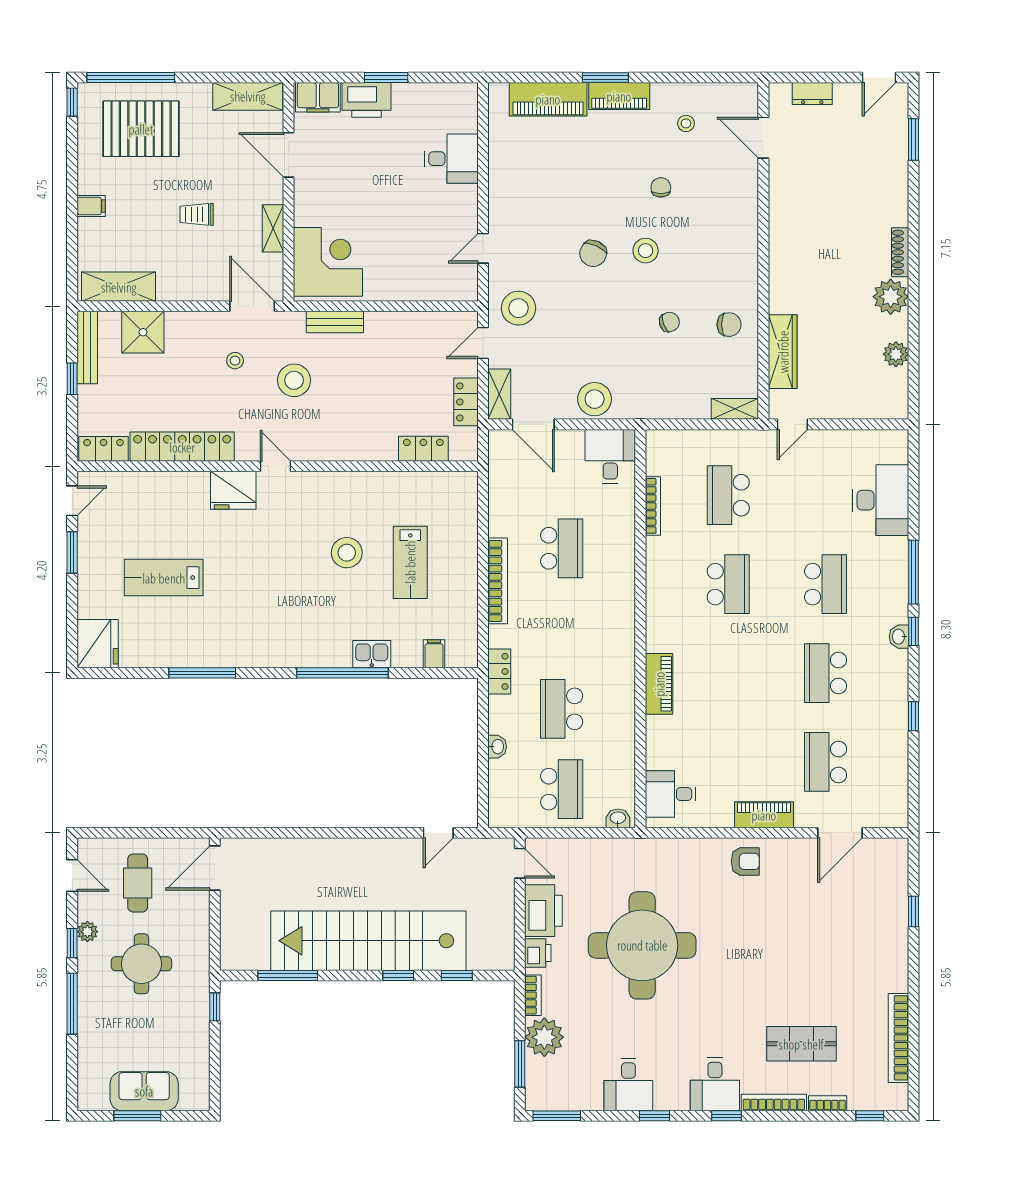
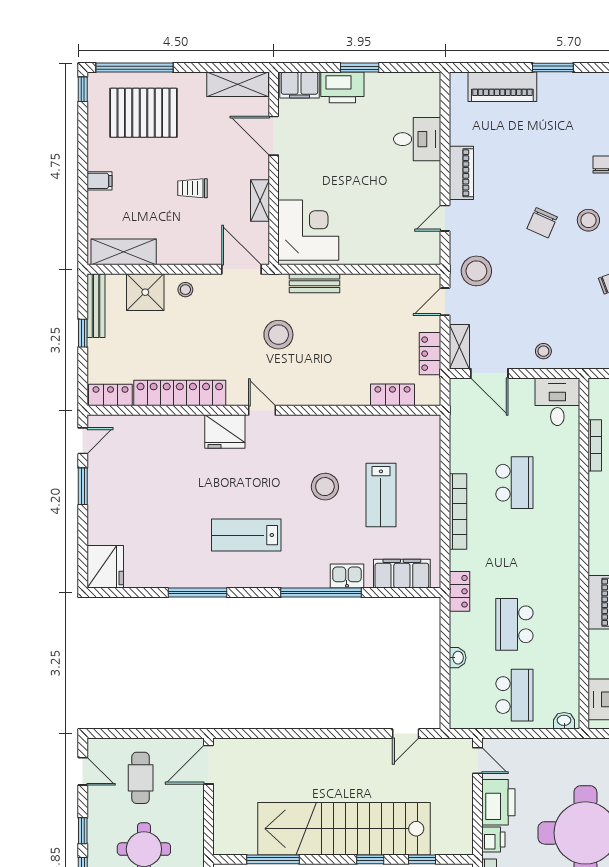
piano: (619, 96) -> (461, 173), moved, turned -90
stool: (235, 361) -> (185, 290), moved
stool: (595, 399) -> (543, 351), width x0.53, depth x0.53
lab bench: (164, 578) -> (246, 535), moved
filing cabinet: (434, 654) -> (402, 574), width x3.00, depth x1.17
plant: (87, 932) -> (96, 821), removed

